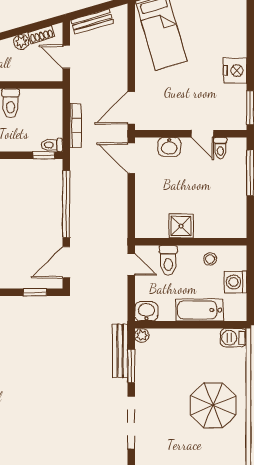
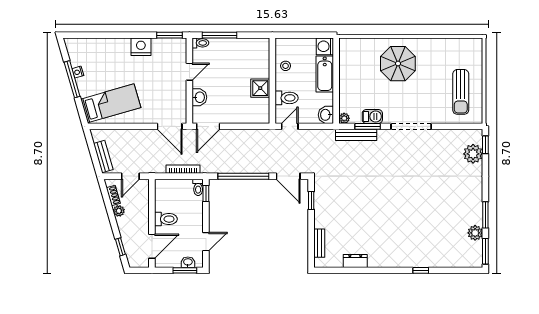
toilet: (220, 148) -> (200, 43), moved
washing machine: (236, 282) -> (325, 46), moved, turned 90
barbecue: (233, 338) -> (372, 116), moved, turned -90

